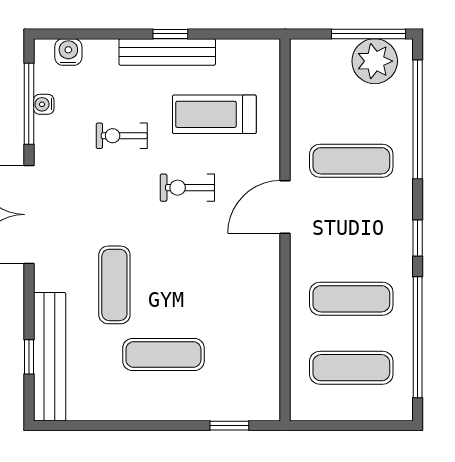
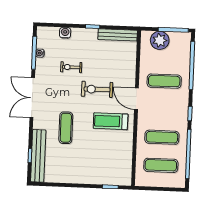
water cooler: (68, 52) -> (65, 33), moved
bench: (167, 52) -> (118, 35), moved
plant: (375, 61) -> (160, 40), moved
treadmill: (214, 114) -> (111, 121), moved
exercise bike: (187, 188) -> (97, 89), width x1.38, depth x1.39
door: (285, 207) -> (136, 99), hinge flipped
exercise mat: (163, 355) -> (85, 157), removed

